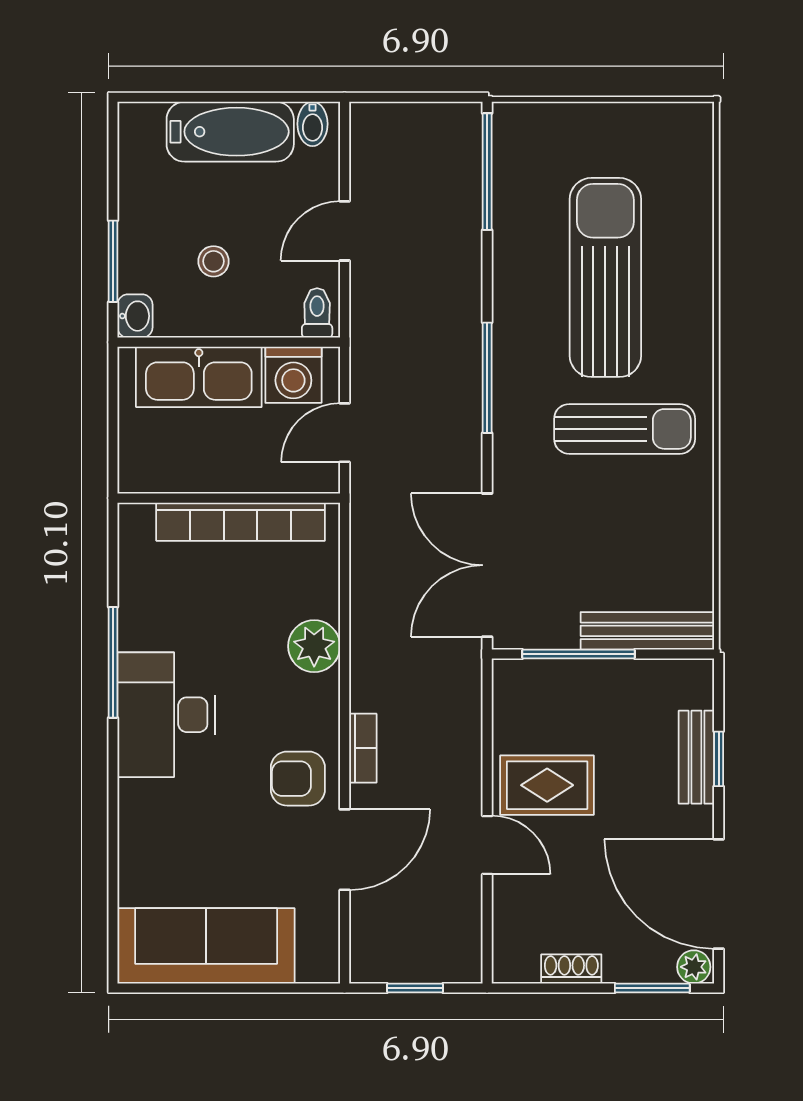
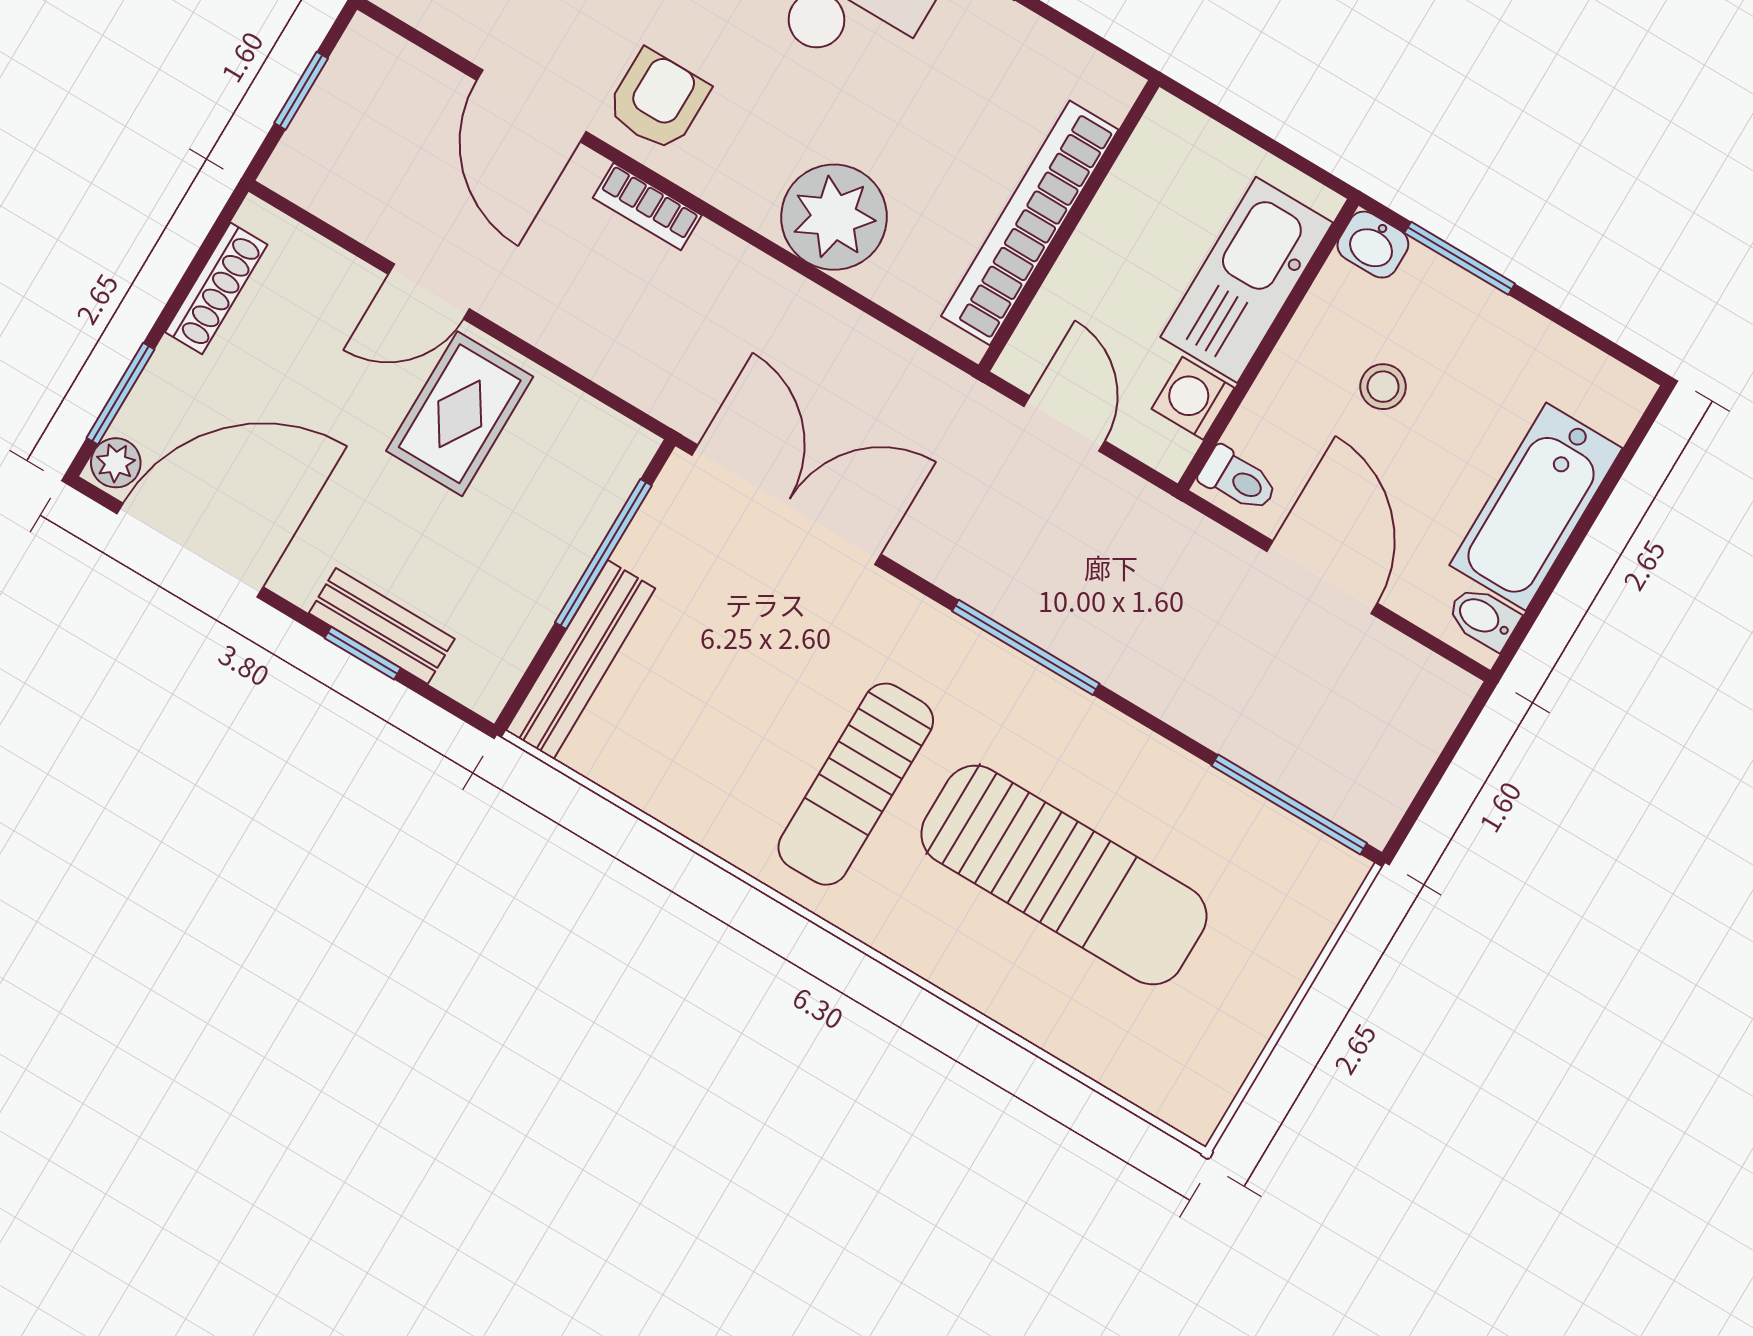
door: (345, 231) -> (1322, 577), width x1.38
washing machine: (293, 375) -> (1193, 398), width x0.73, depth x0.73
plant: (314, 646) -> (834, 217), width x1.36, depth x1.36
shoe rack: (571, 969) -> (216, 288), width x1.43

